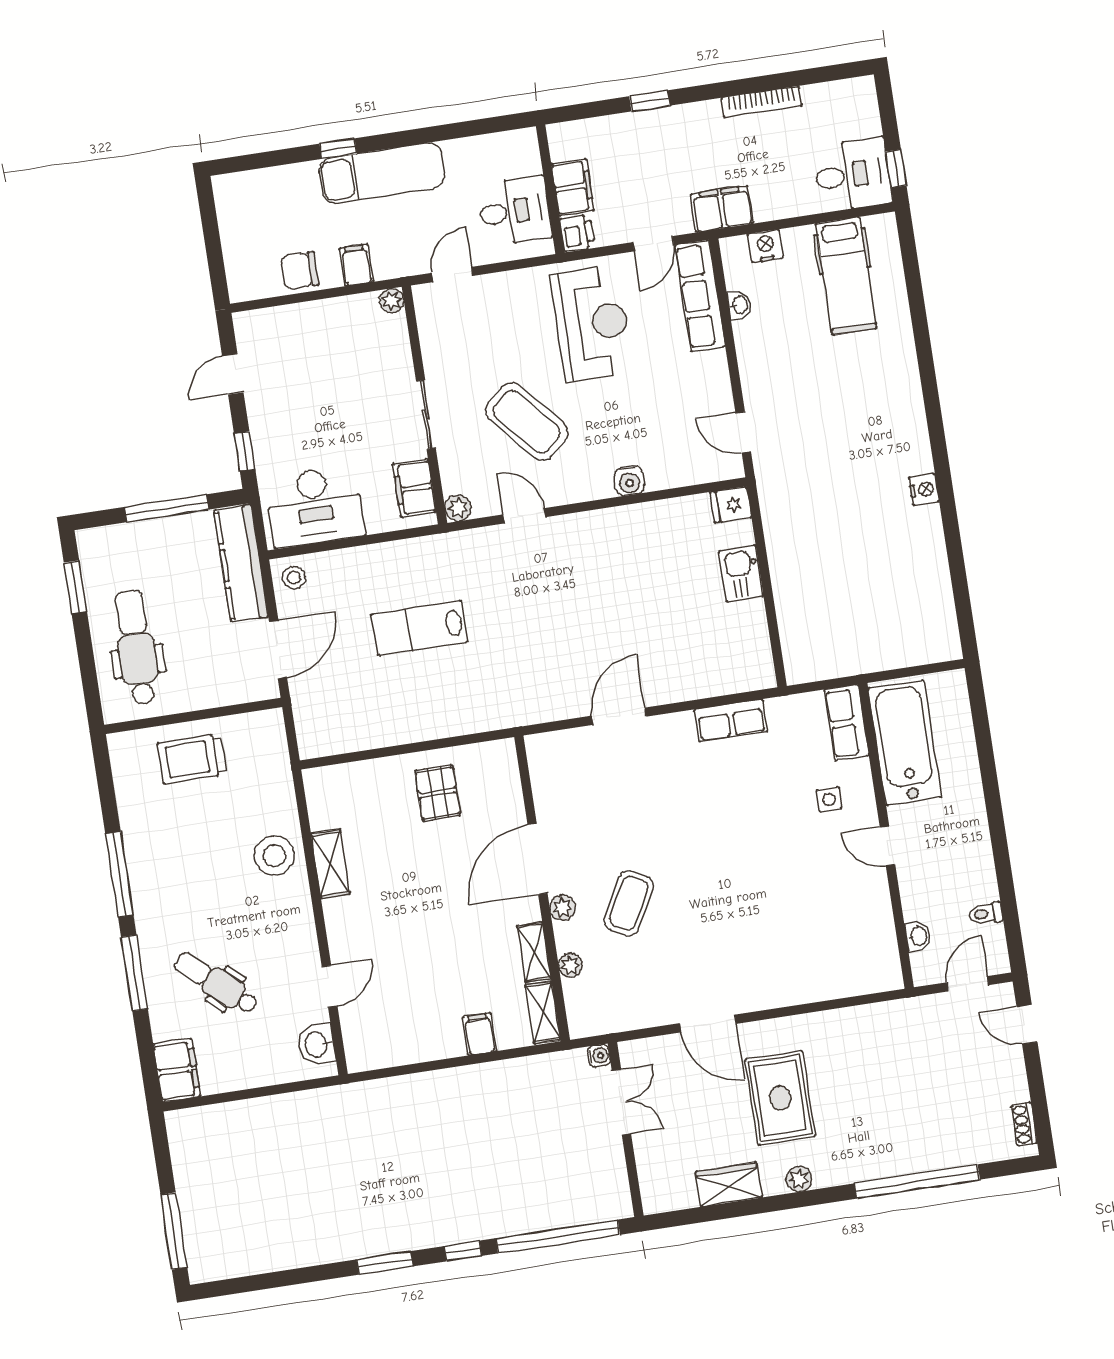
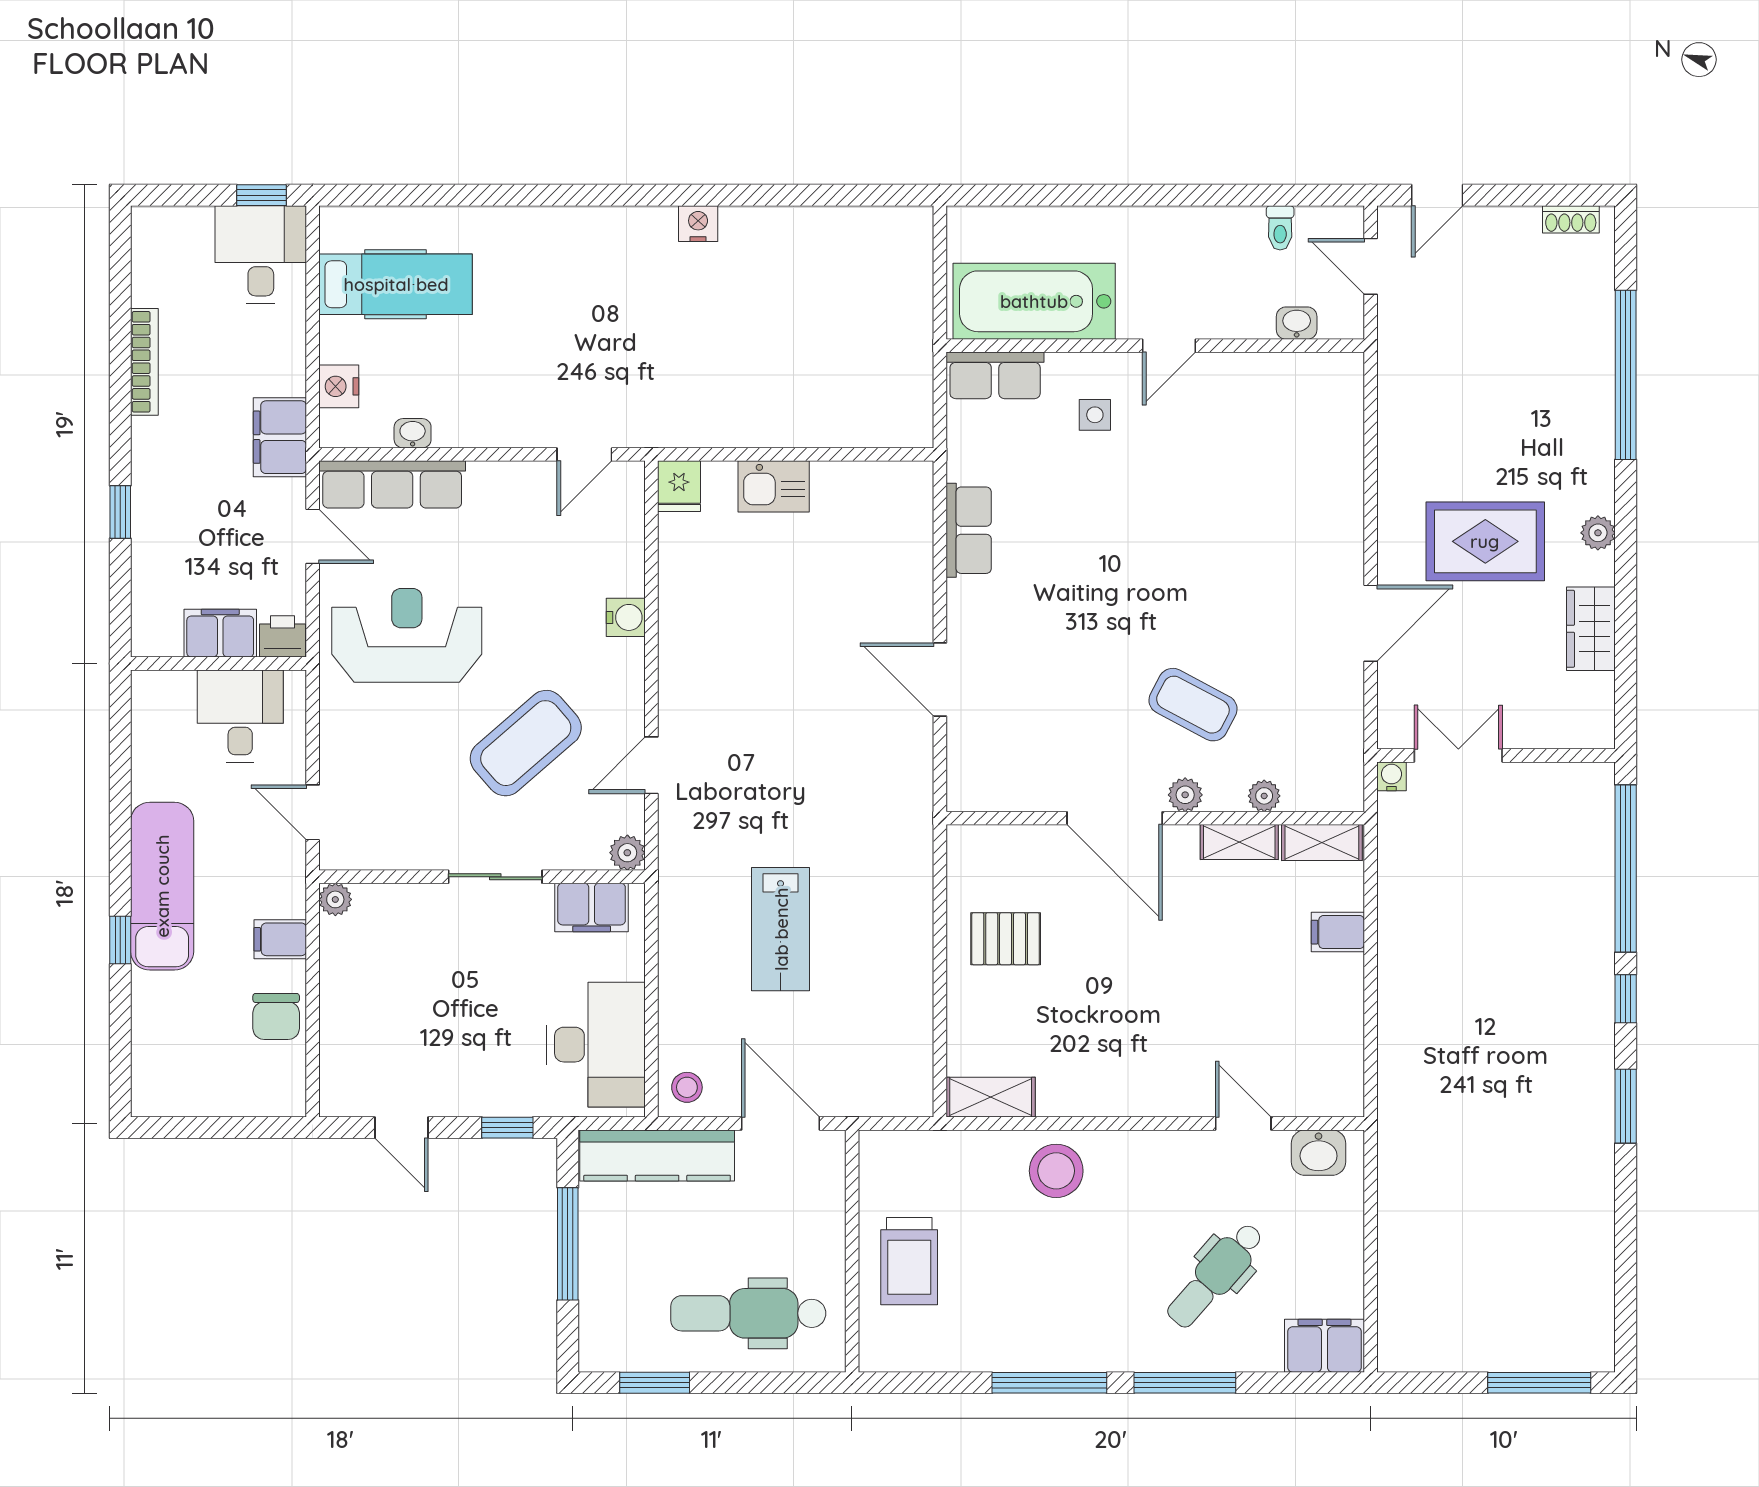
shelving: (330, 864) -> (991, 1097), moved

